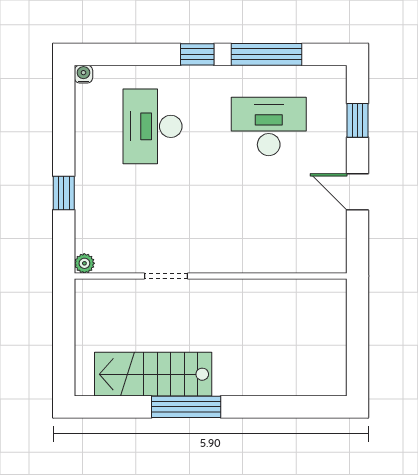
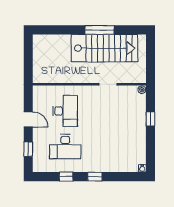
window: (266, 54) -> (66, 177), width x0.46
desk: (153, 126) -> (65, 111), moved
stairs: (153, 374) -> (104, 48), width x1.36, depth x1.51

